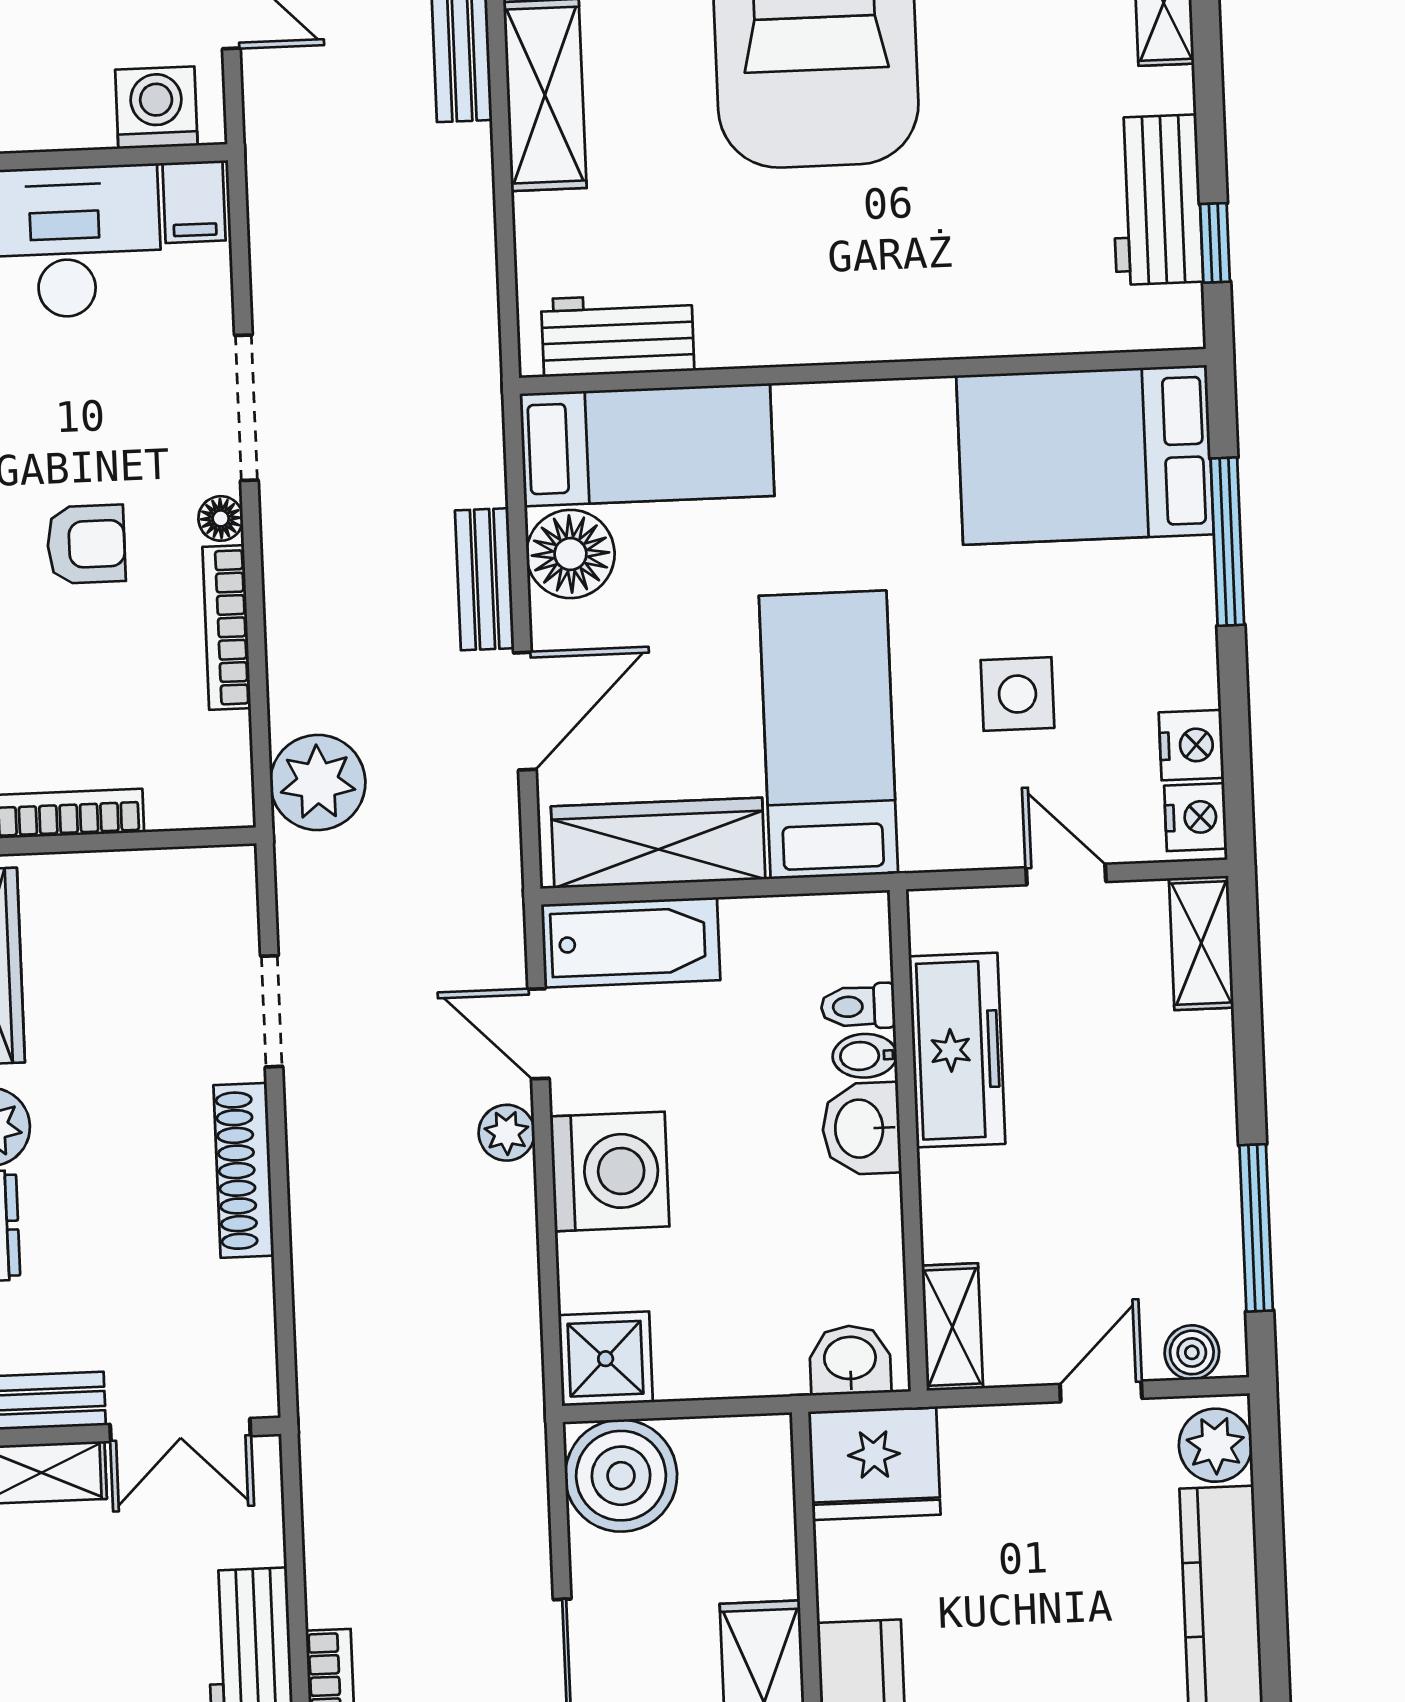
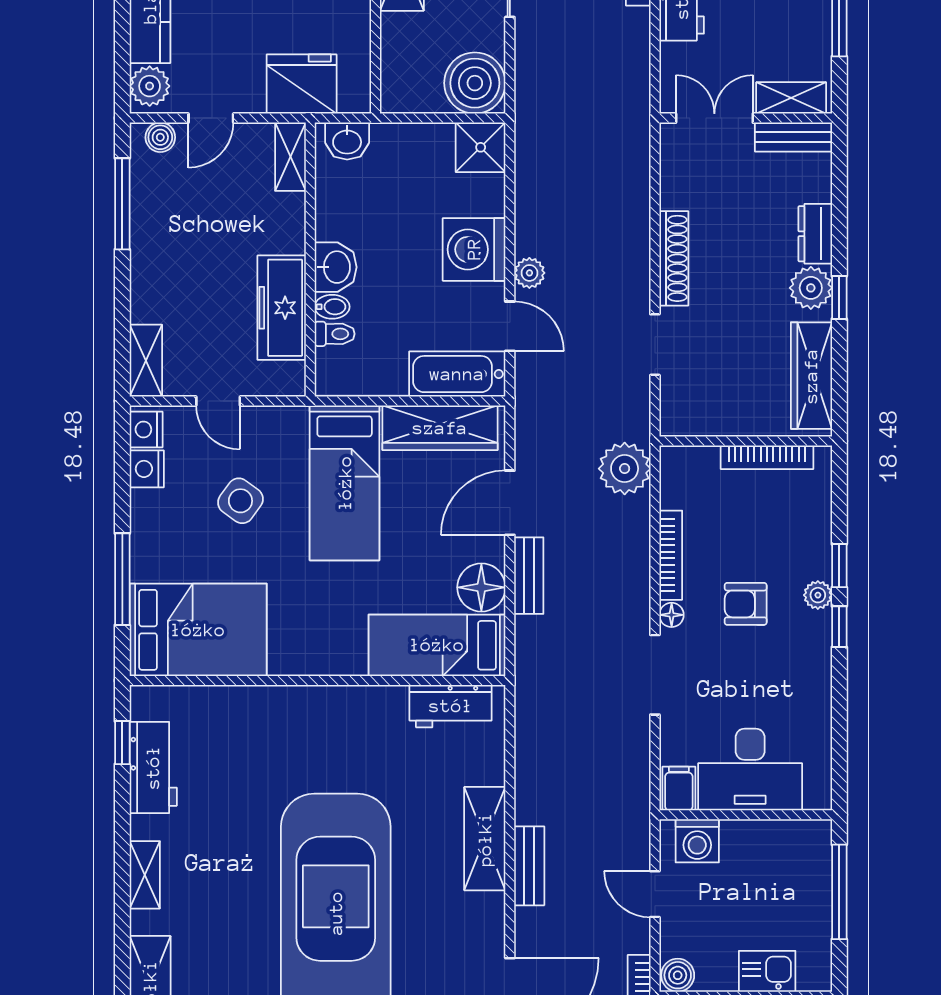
side table: (1017, 694) -> (240, 501), turned 36
fridge: (874, 1463) -> (302, 84), moved

